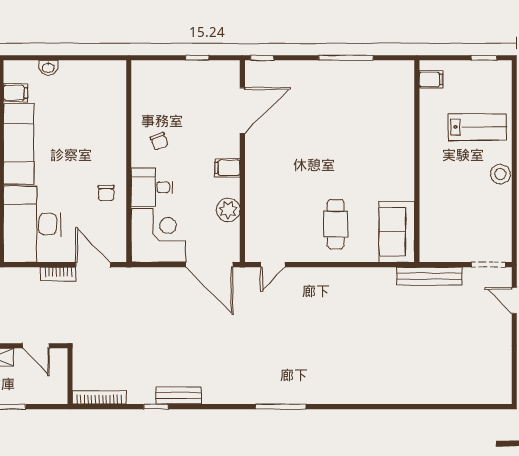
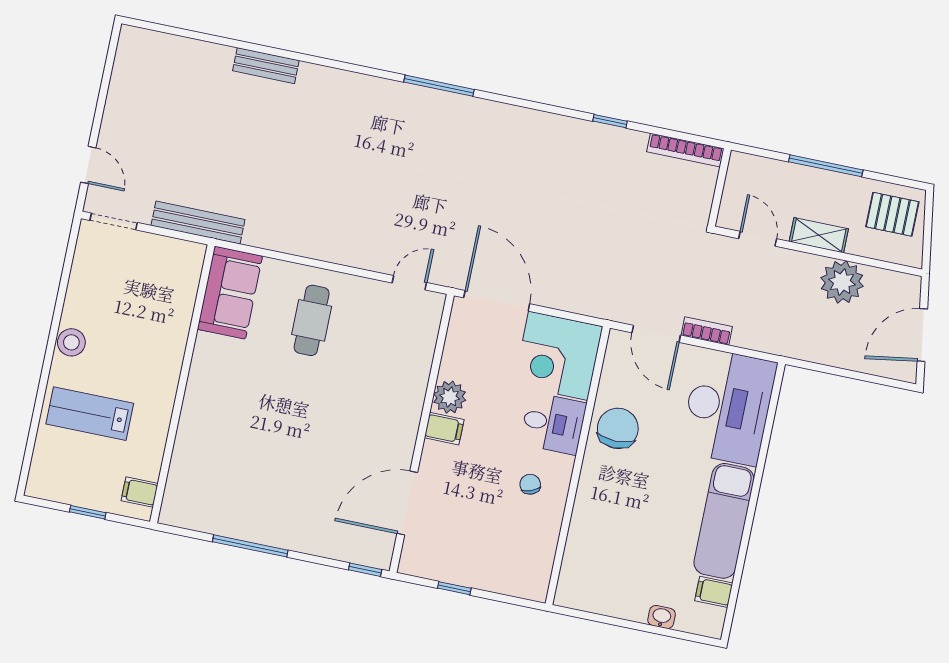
window: (484, 58) -> (88, 512), moved
chair: (106, 193) -> (618, 428), width x1.87, depth x1.87
plant: (228, 210) -> (450, 397), moved
bench: (179, 396) -> (266, 66), moved

